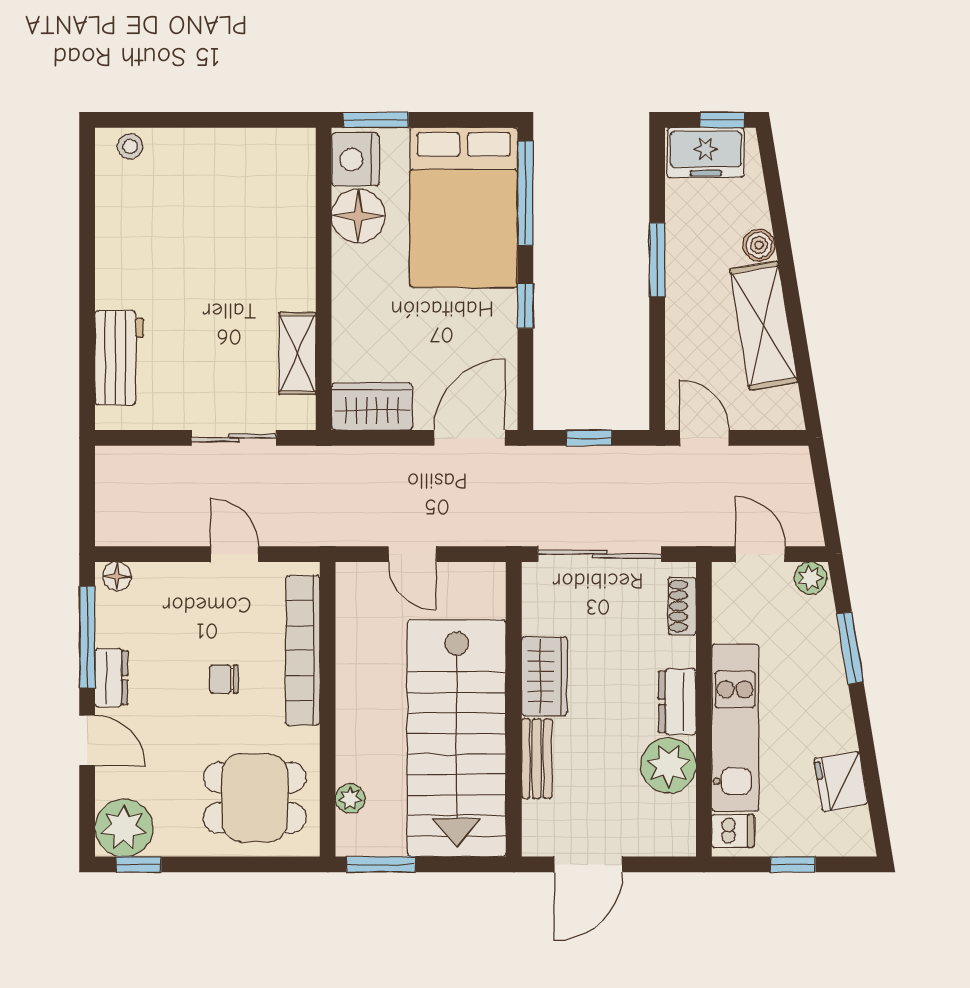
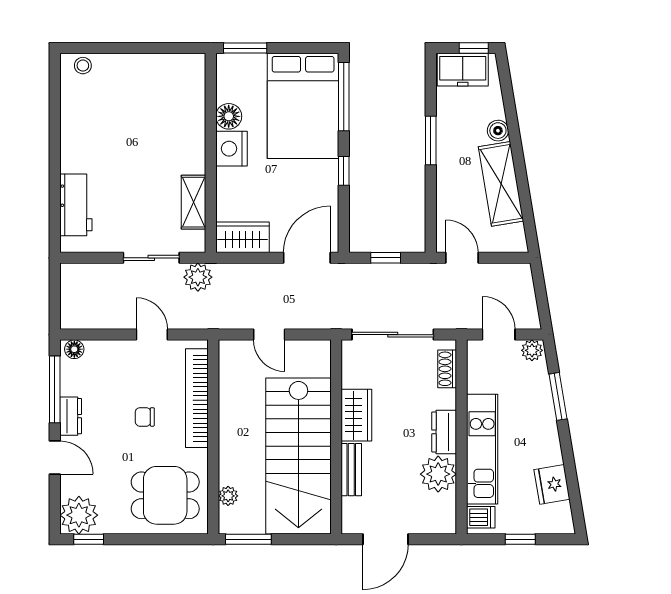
nightstand: (355, 160) -> (232, 149), moved
floor lamp: (358, 216) -> (229, 116), width x0.73, depth x0.73
plant: (304, 467) -> (198, 277), added

